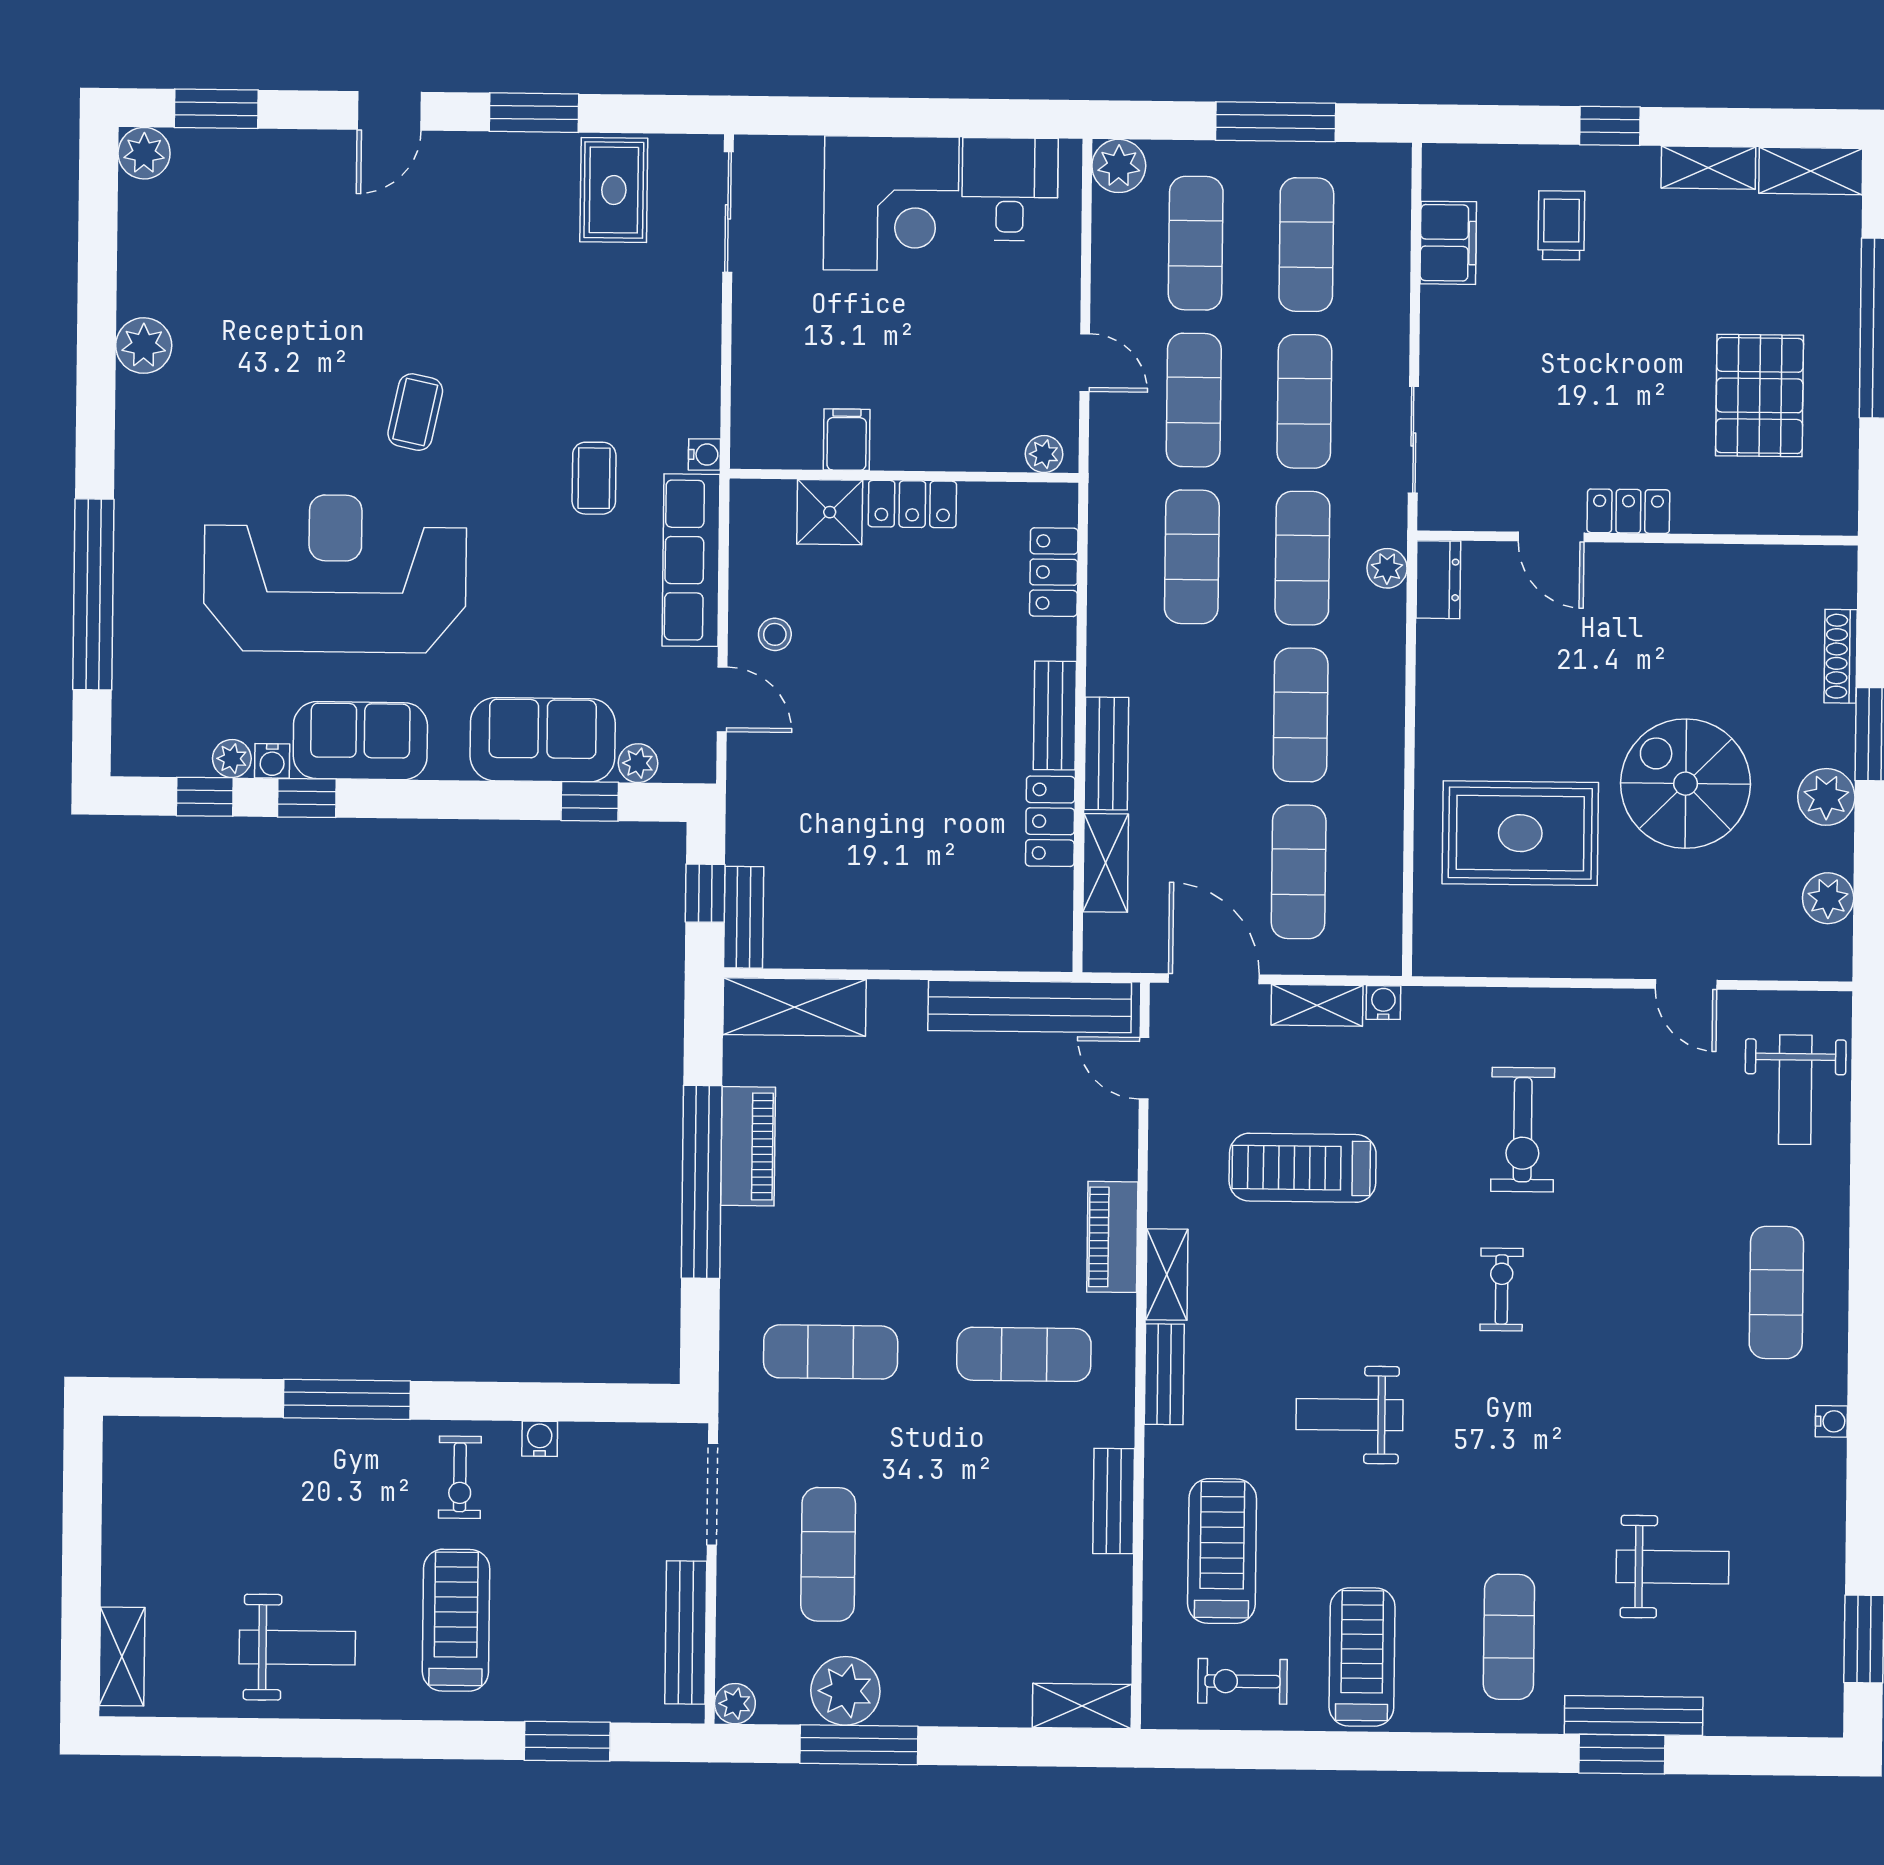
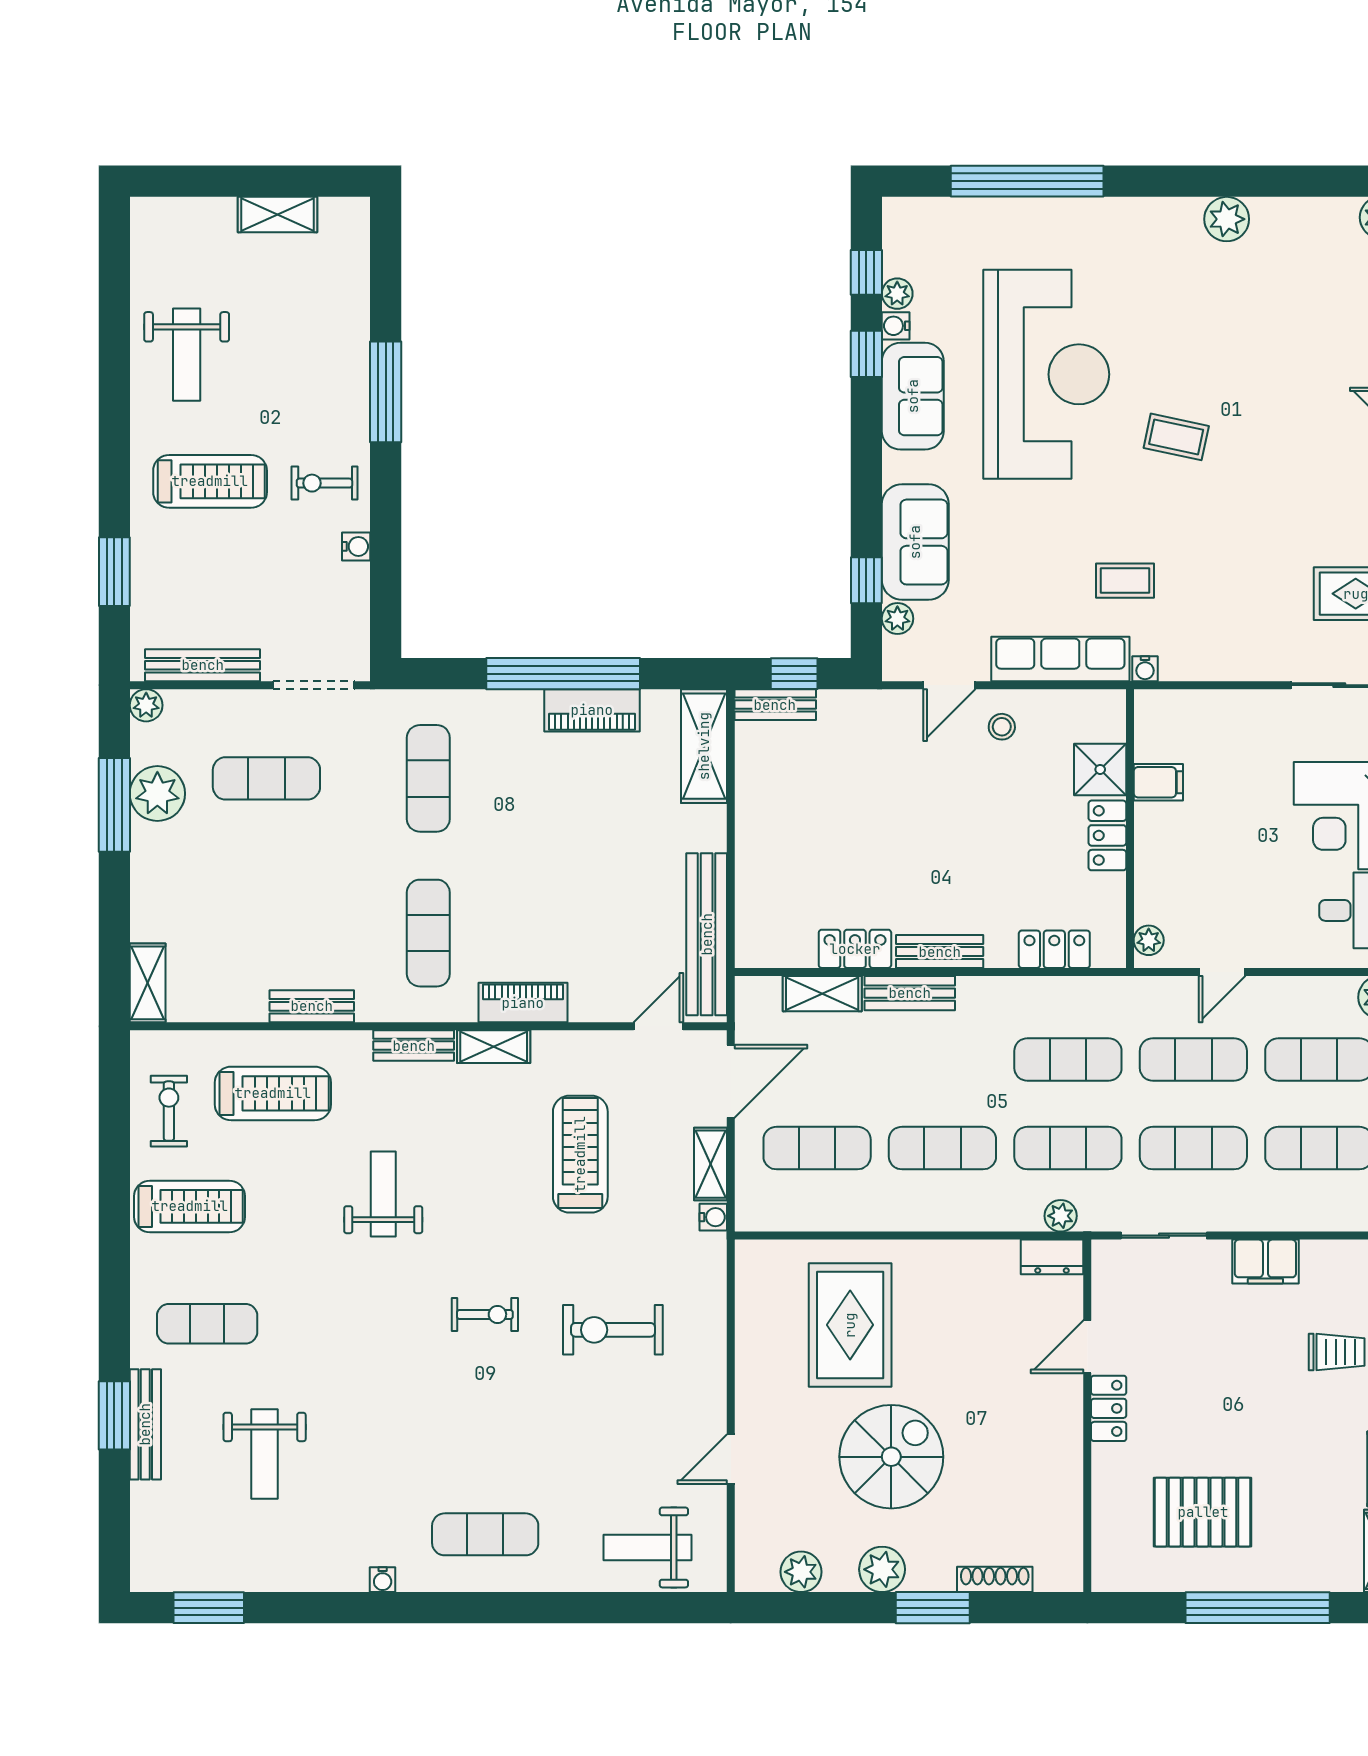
filing cabinet: (1448, 243) -> (1265, 1262), moved
shelving: (122, 1656) -> (278, 215), moved

